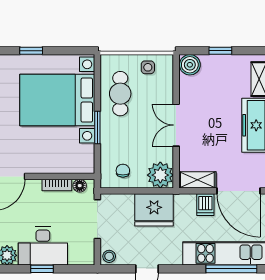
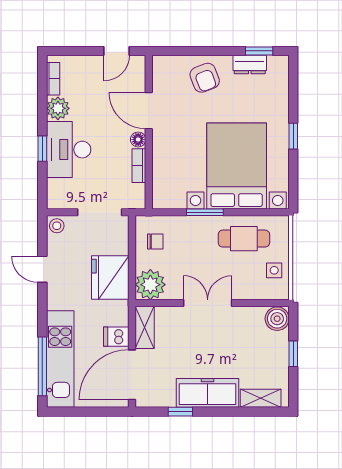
floor lamp: (80, 186) -> (138, 139), moved

